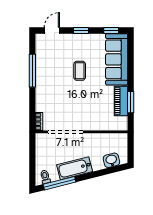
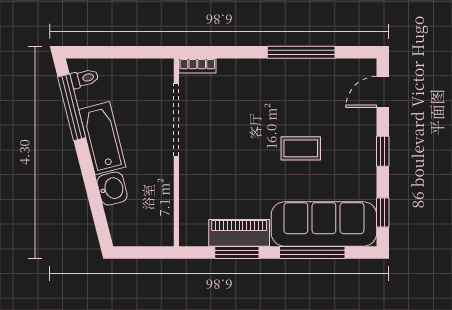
door: (52, 31) -> (383, 92), swing flipped
window: (131, 65) -> (312, 253), added
washbasin: (111, 160) -> (112, 189), moved

